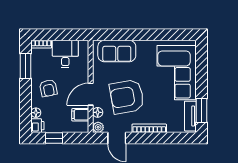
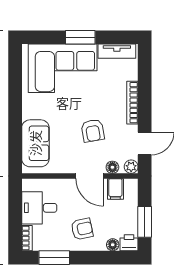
armchair: (127, 97) -> (93, 131), width x0.53, depth x0.53
window: (201, 111) -> (80, 37), moved
window: (54, 138) -> (145, 222), width x1.50

